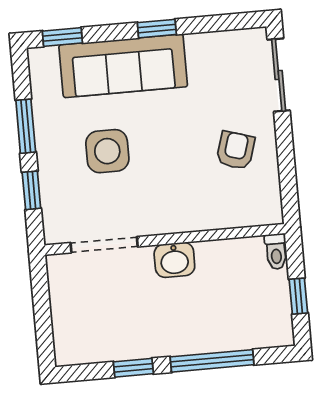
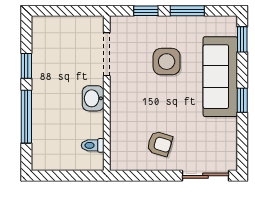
toilet: (276, 252) -> (93, 145), moved
window: (298, 296) -> (63, 176), removed

